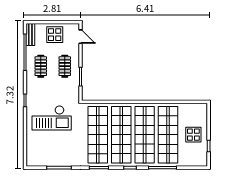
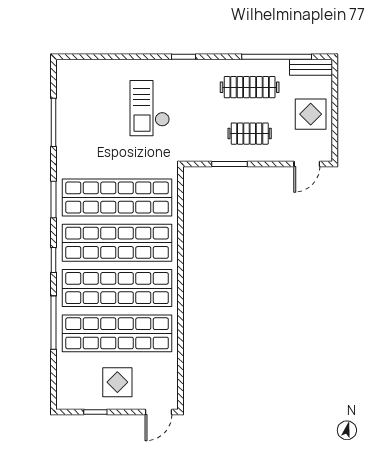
clothes rail: (41, 66) -> (250, 87), width x1.36
door: (209, 113) -> (158, 412), added
checkout: (52, 118) -> (150, 108), width x0.73, depth x0.83

